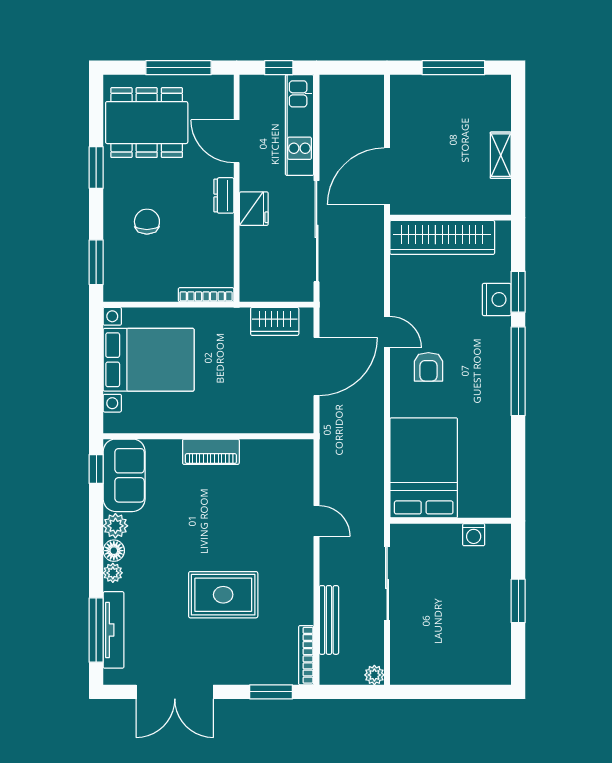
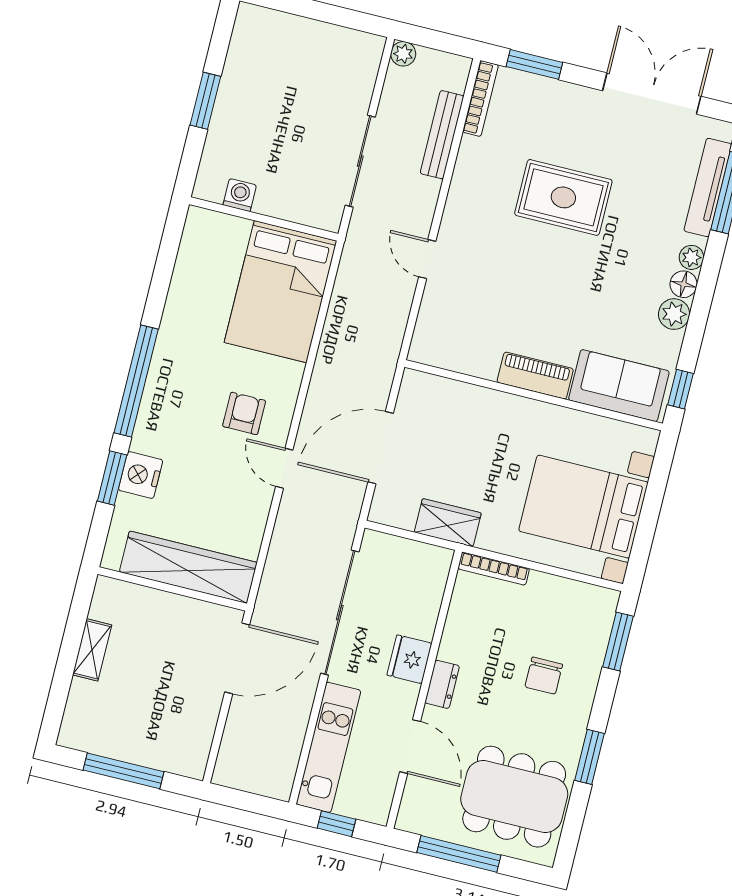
wardrobe: (275, 321) -> (448, 523), moved
sofa: (124, 475) -> (619, 386), moved, turned 90

